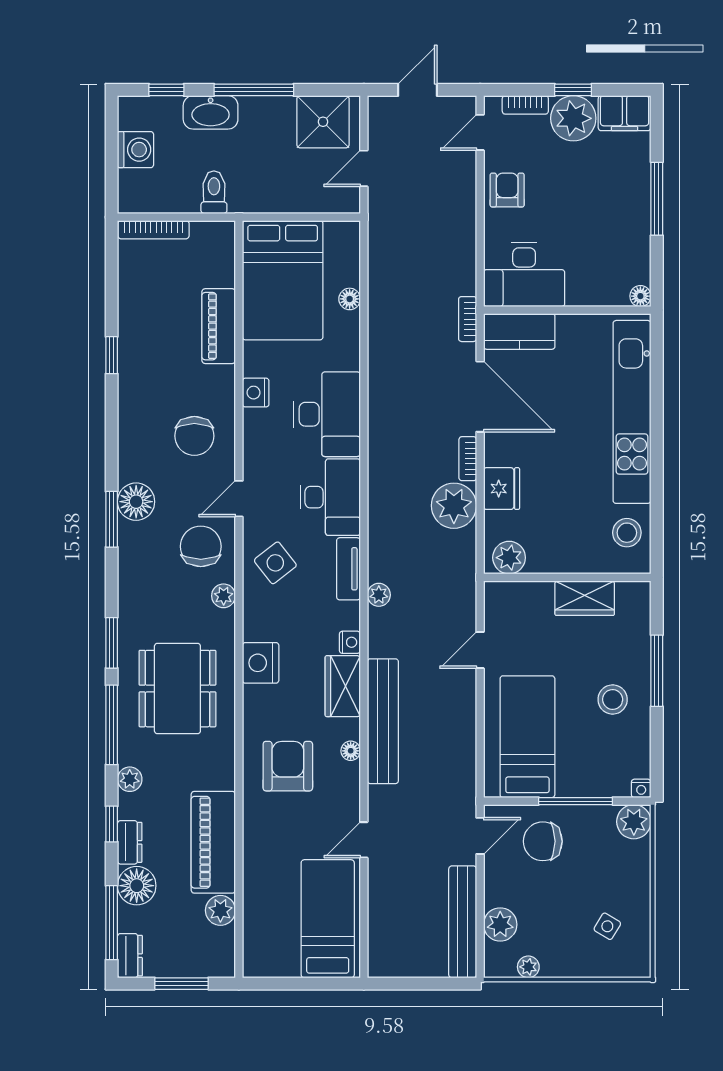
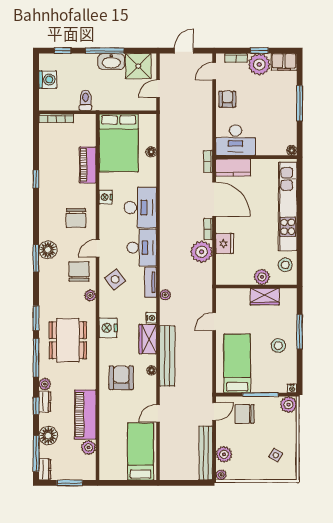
washbasin: (211, 112) -> (111, 62), moved
plant: (509, 558) -> (262, 277), moved
dresser: (130, 842) -> (45, 402), moved
plant: (528, 967) -> (221, 475), moved

